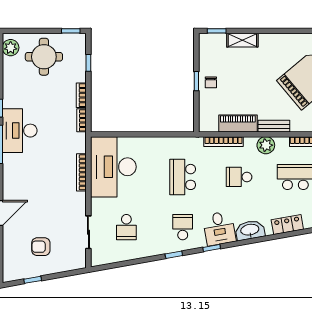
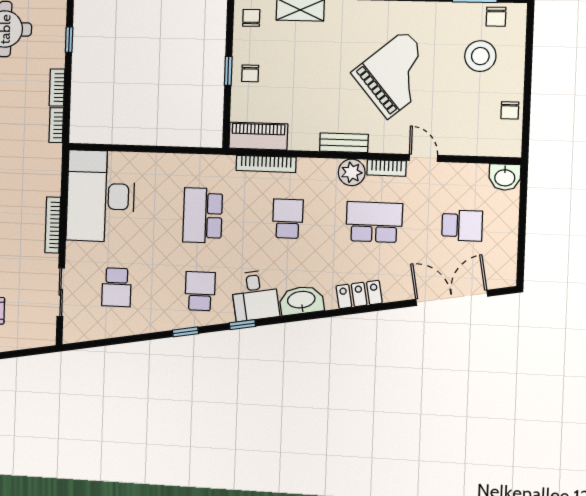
chair: (210, 46) -> (251, 18), added
piano: (238, 123) -> (258, 136), moved
plant: (266, 145) -> (352, 172), moved
bookcase: (81, 172) -> (53, 225), moved
school desk: (239, 177) -> (288, 219), turned 90

